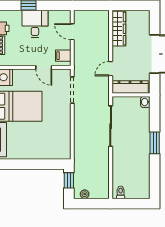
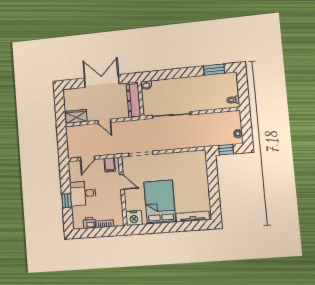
wardrobe: (119, 29) -> (76, 116), width x0.67
door: (44, 67) -> (122, 182), hinge flipped
door: (111, 69) -> (104, 121), moved
window: (155, 143) -> (214, 70), moved

